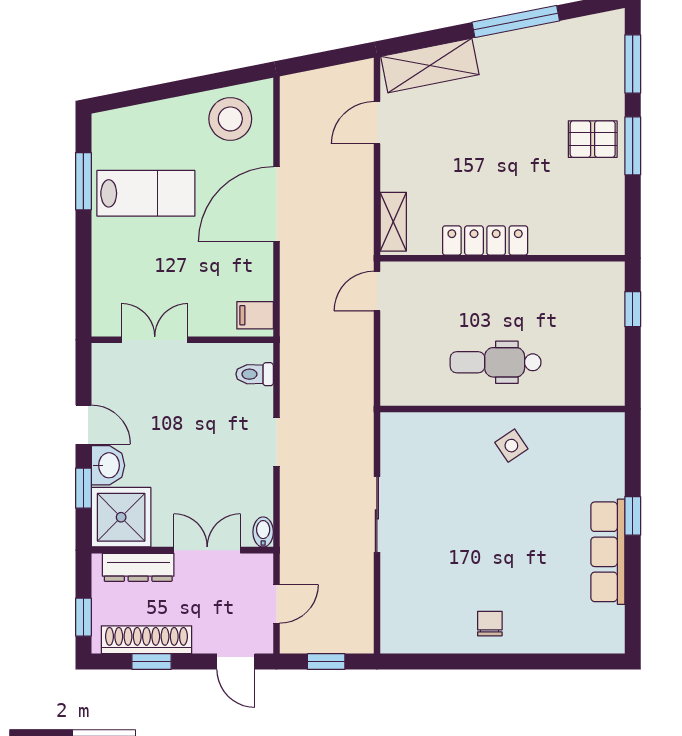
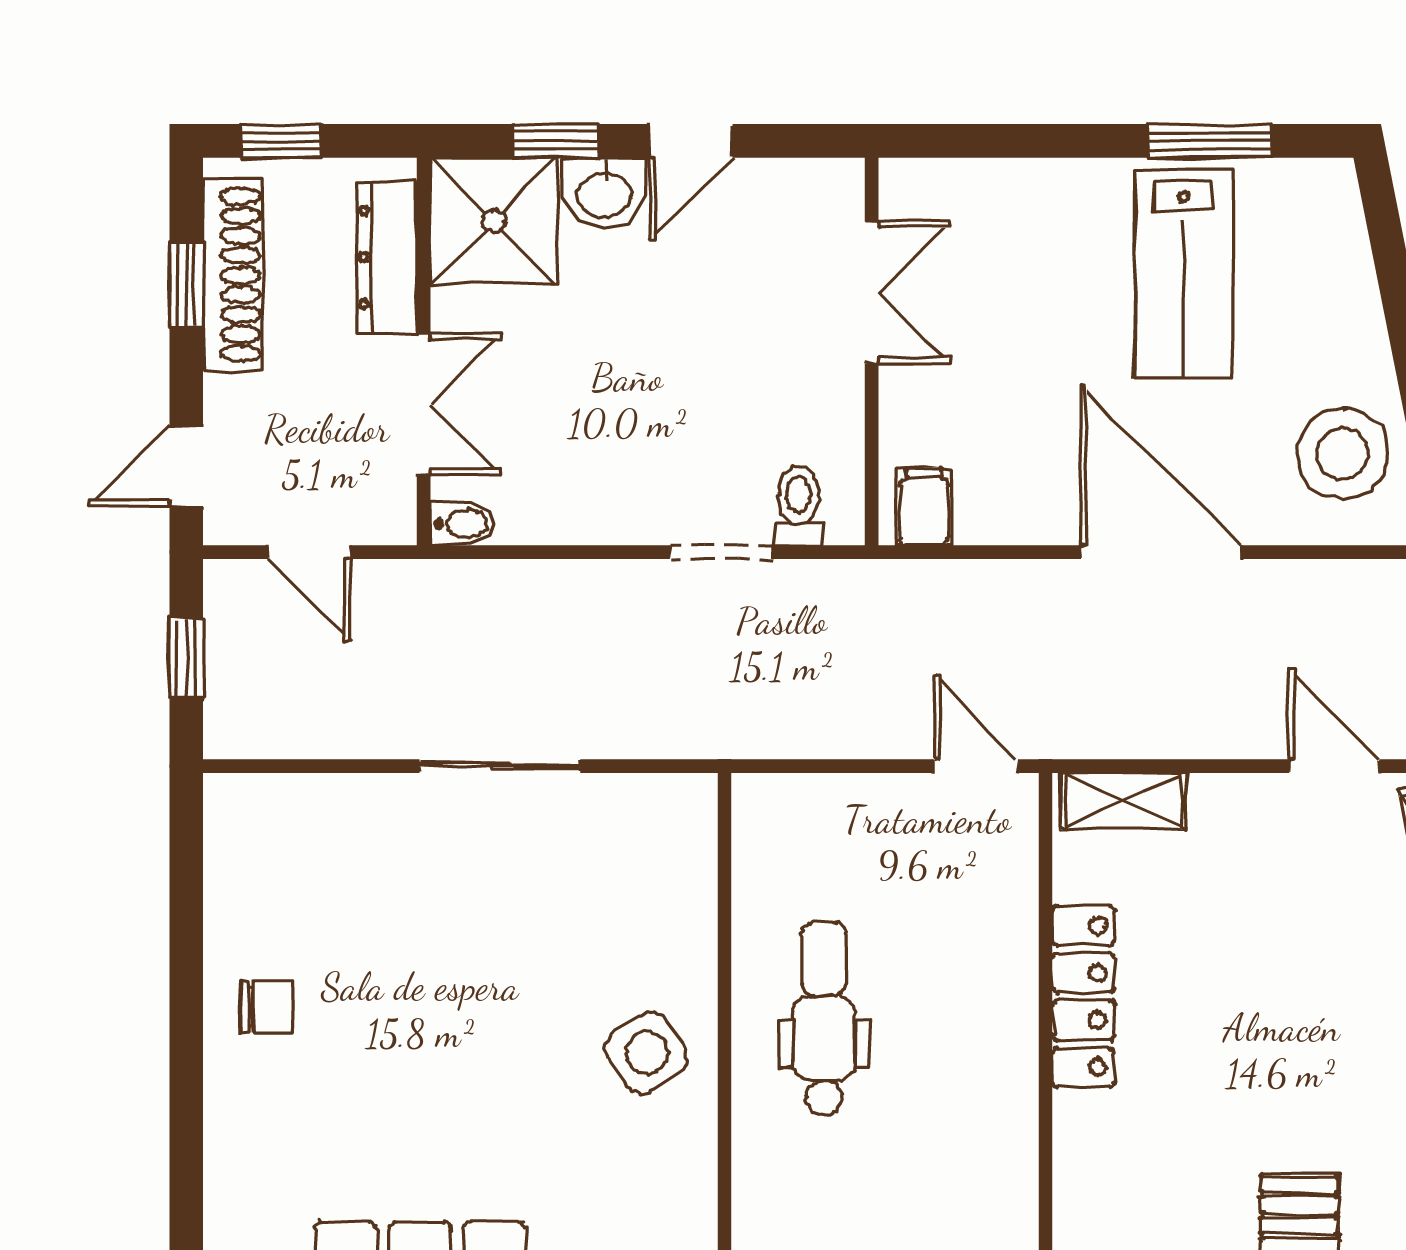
doorway: (276, 442) -> (721, 552), moved
side table: (511, 446) -> (646, 1053), width x1.37, depth x1.37

